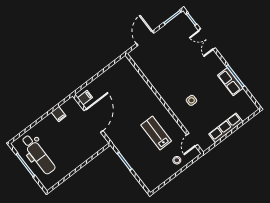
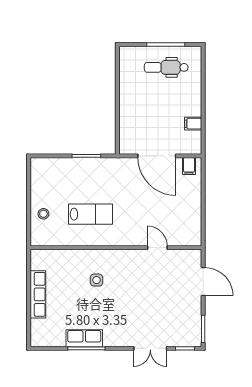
double door: (207, 39) -> (150, 348), swing flipped
door: (192, 140) -> (157, 248), moved
dental chair: (38, 154) -> (166, 67), width x0.73, depth x0.72

